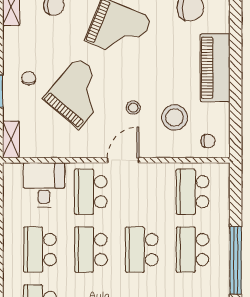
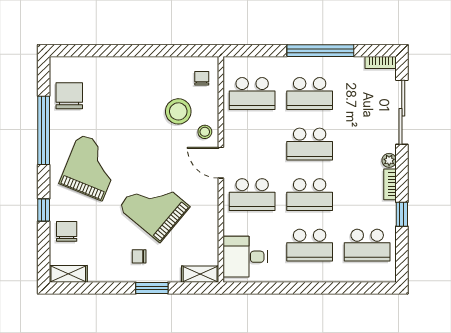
piano: (215, 68) -> (129, 71), removed
stool: (133, 108) -> (205, 132), moved
desk: (44, 185) -> (245, 257), moved

